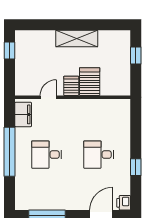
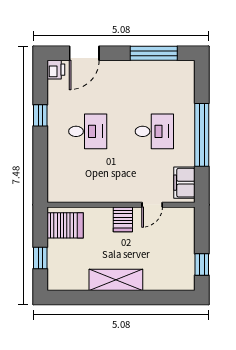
server rack: (90, 82) -> (65, 225), moved, turned -90

